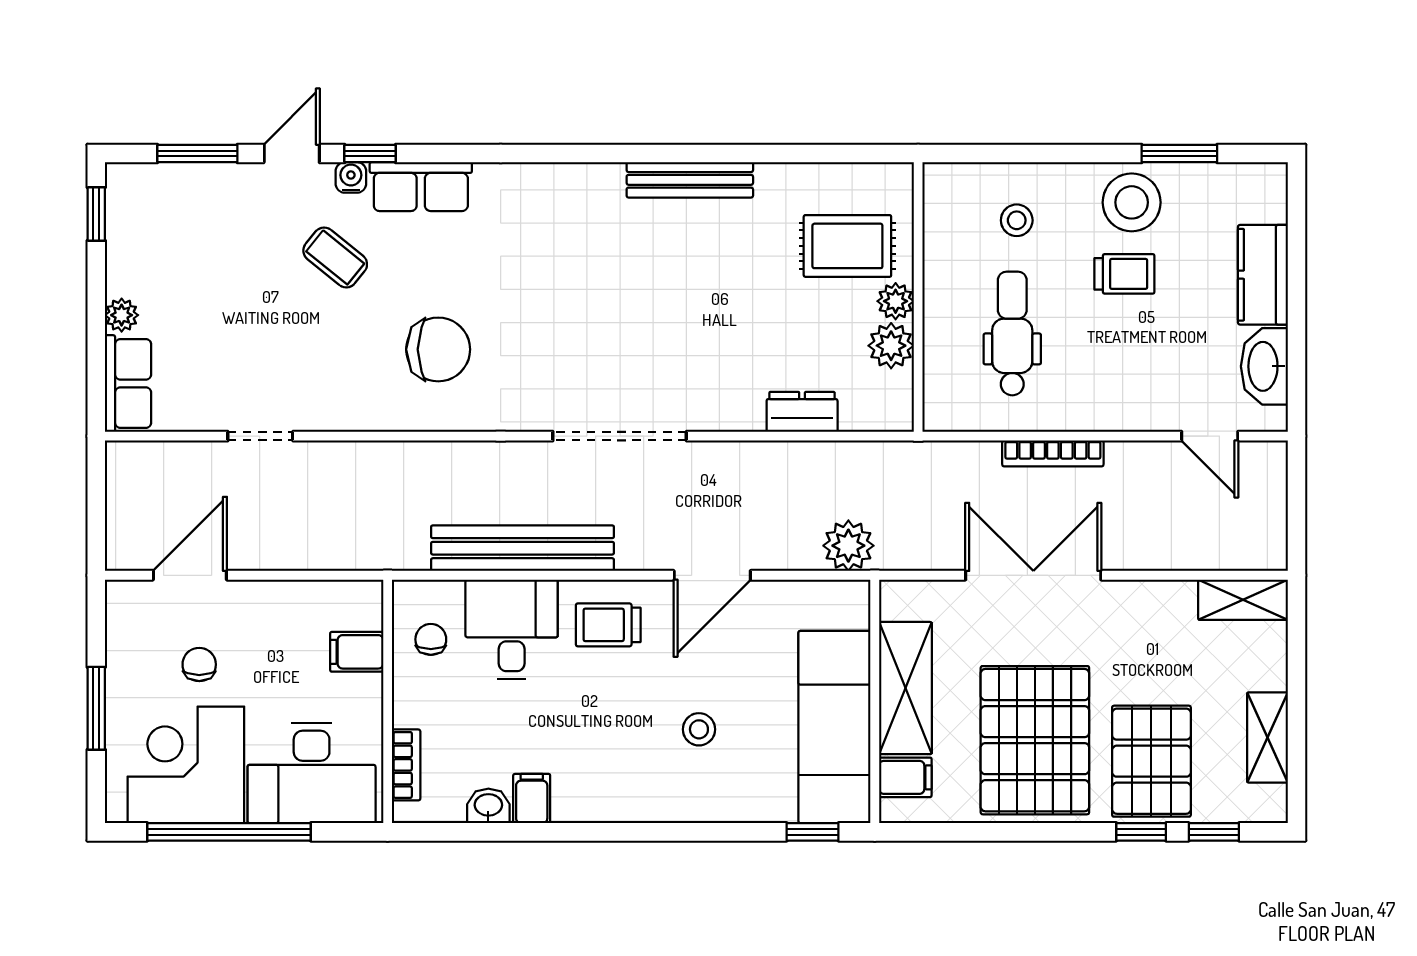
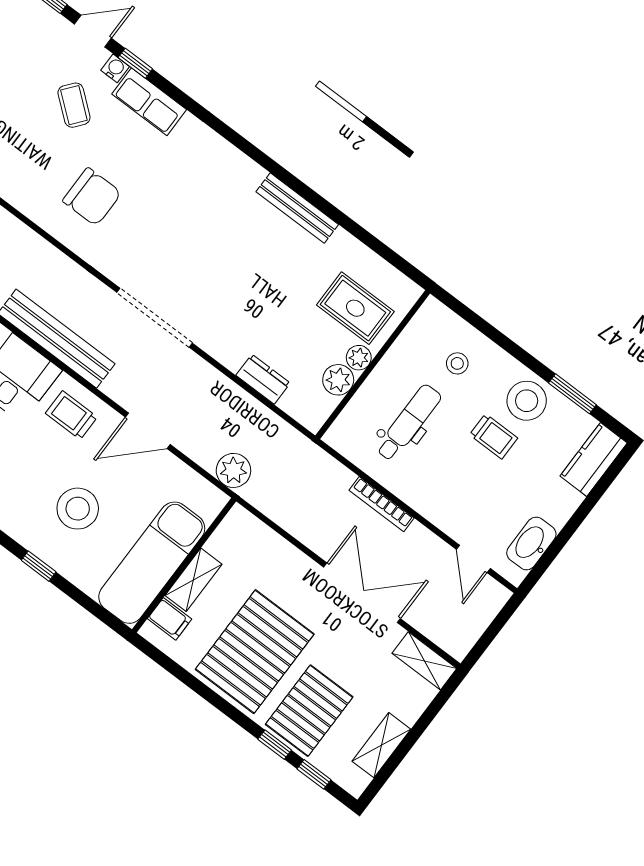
kitchen counter: (1263, 275) -> (594, 459), moved
double door: (1033, 575) -> (362, 593), moved
shelving: (905, 688) -> (193, 580), width x0.67, depth x0.75
stool: (699, 729) -> (78, 509), width x1.89, depth x1.89
window: (813, 832) -> (39, 566), moved

